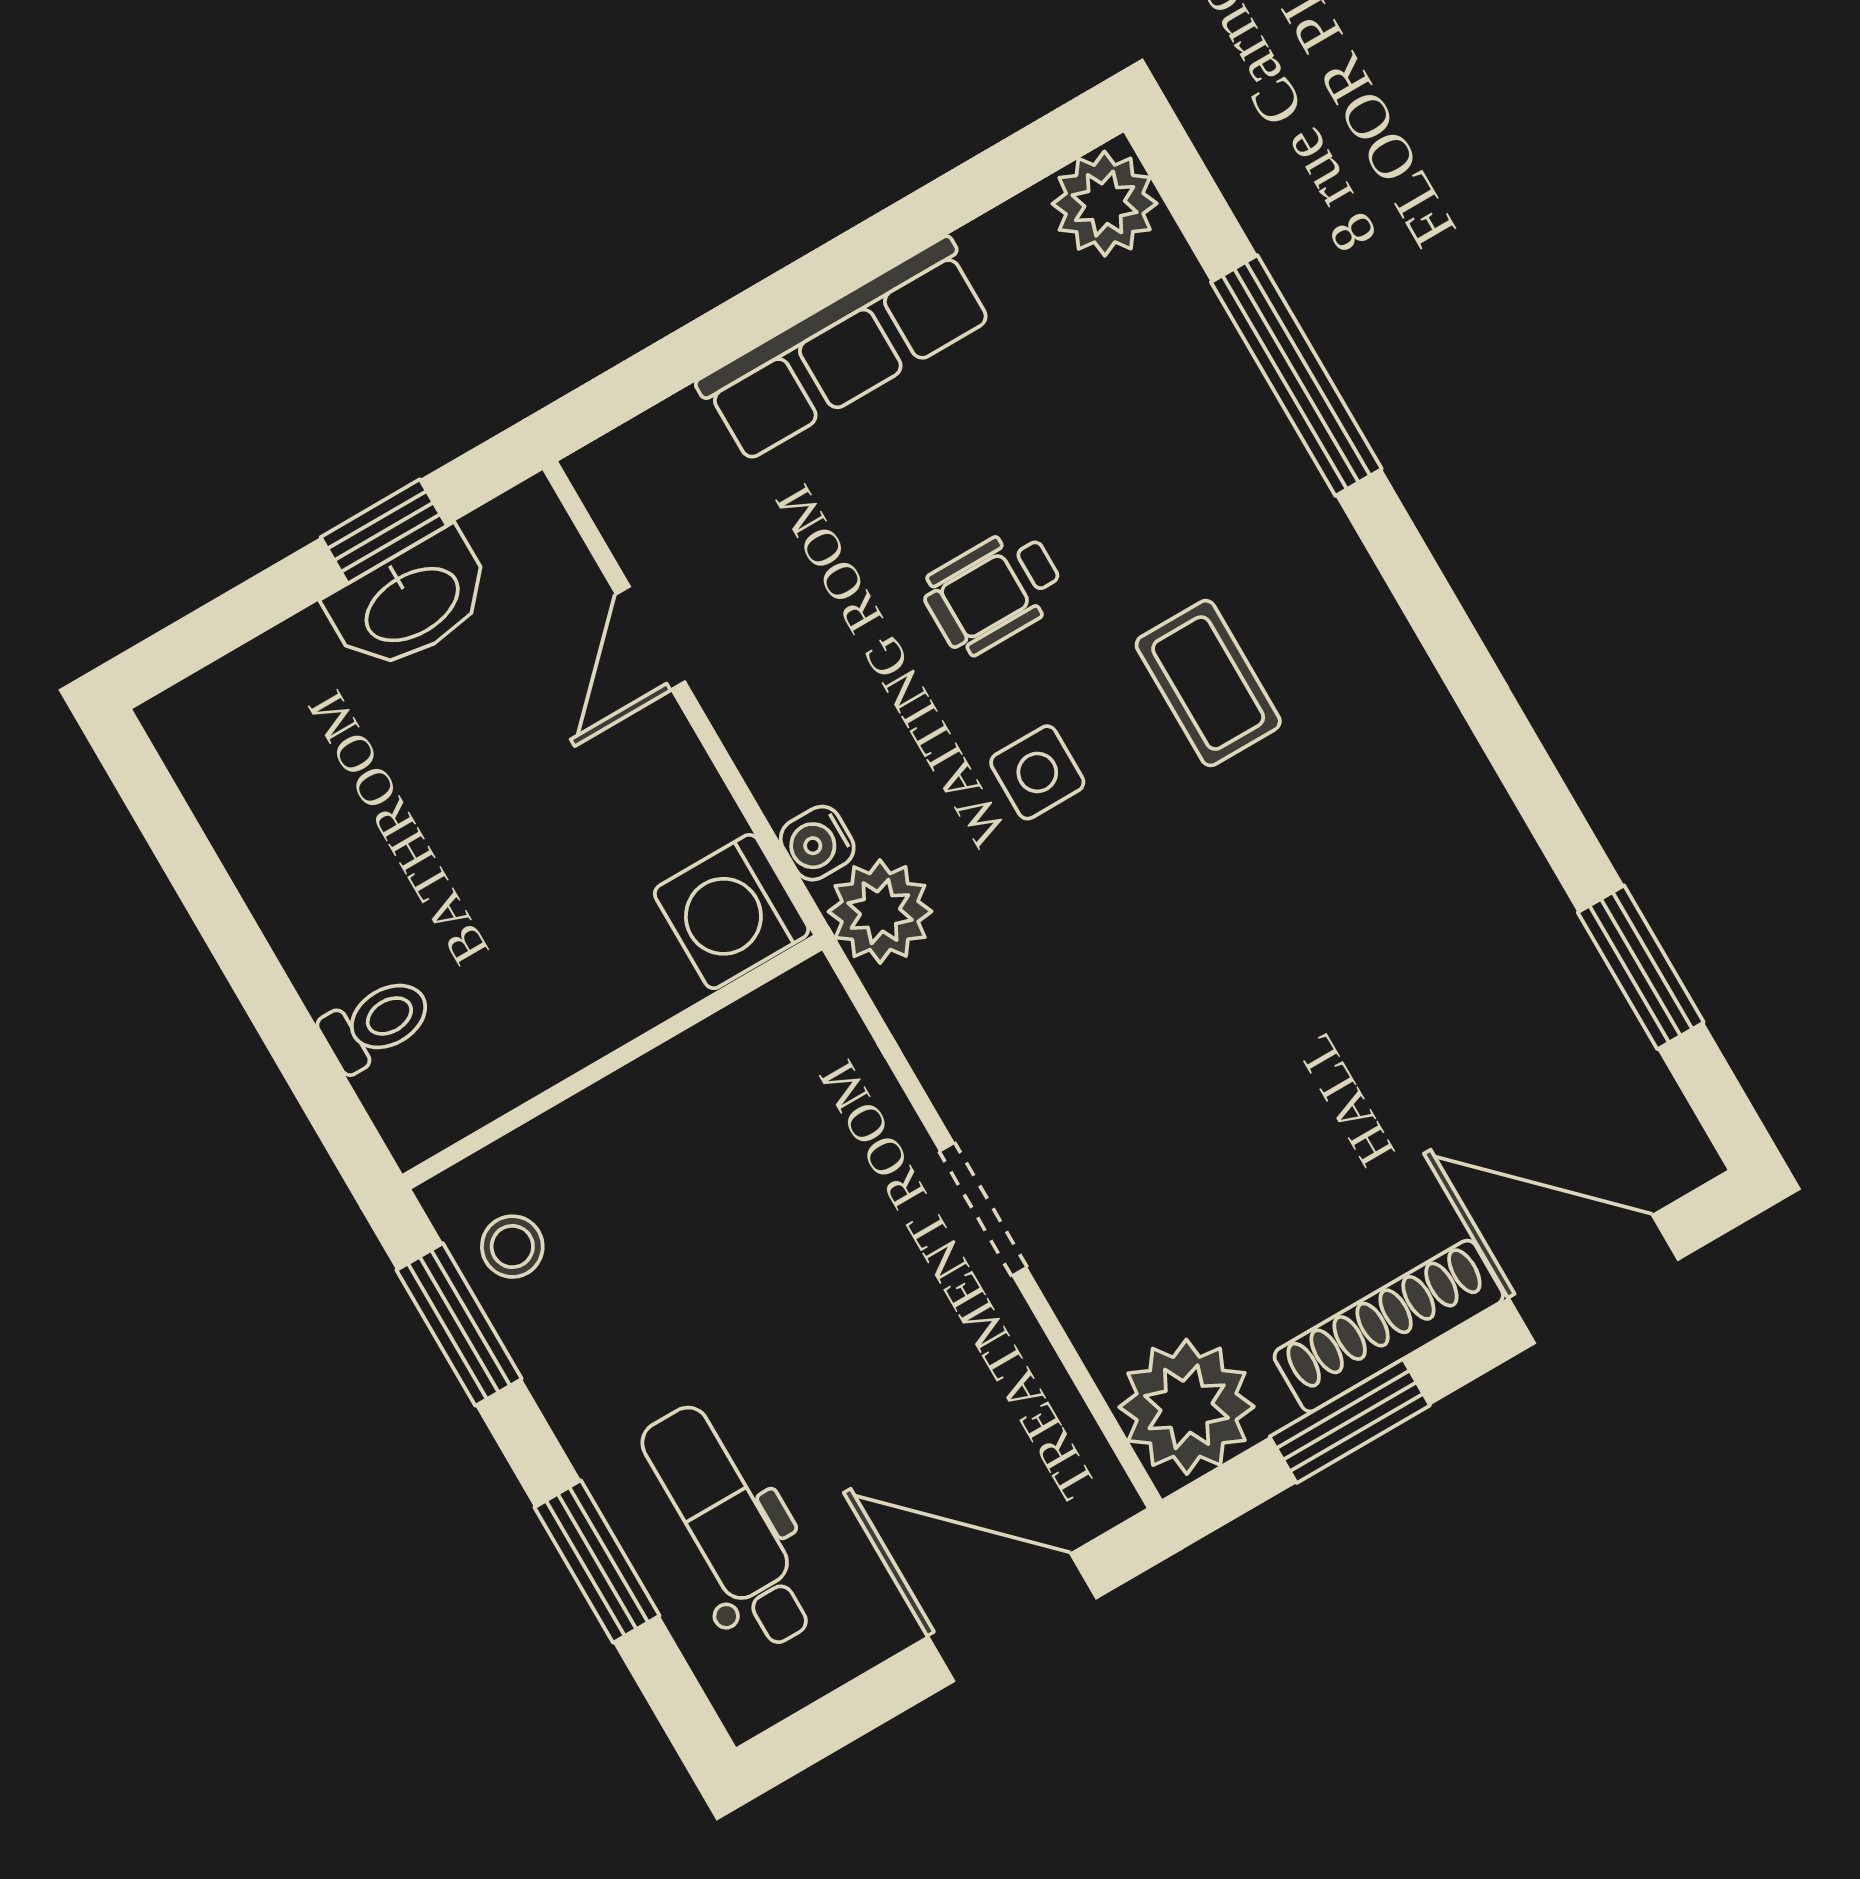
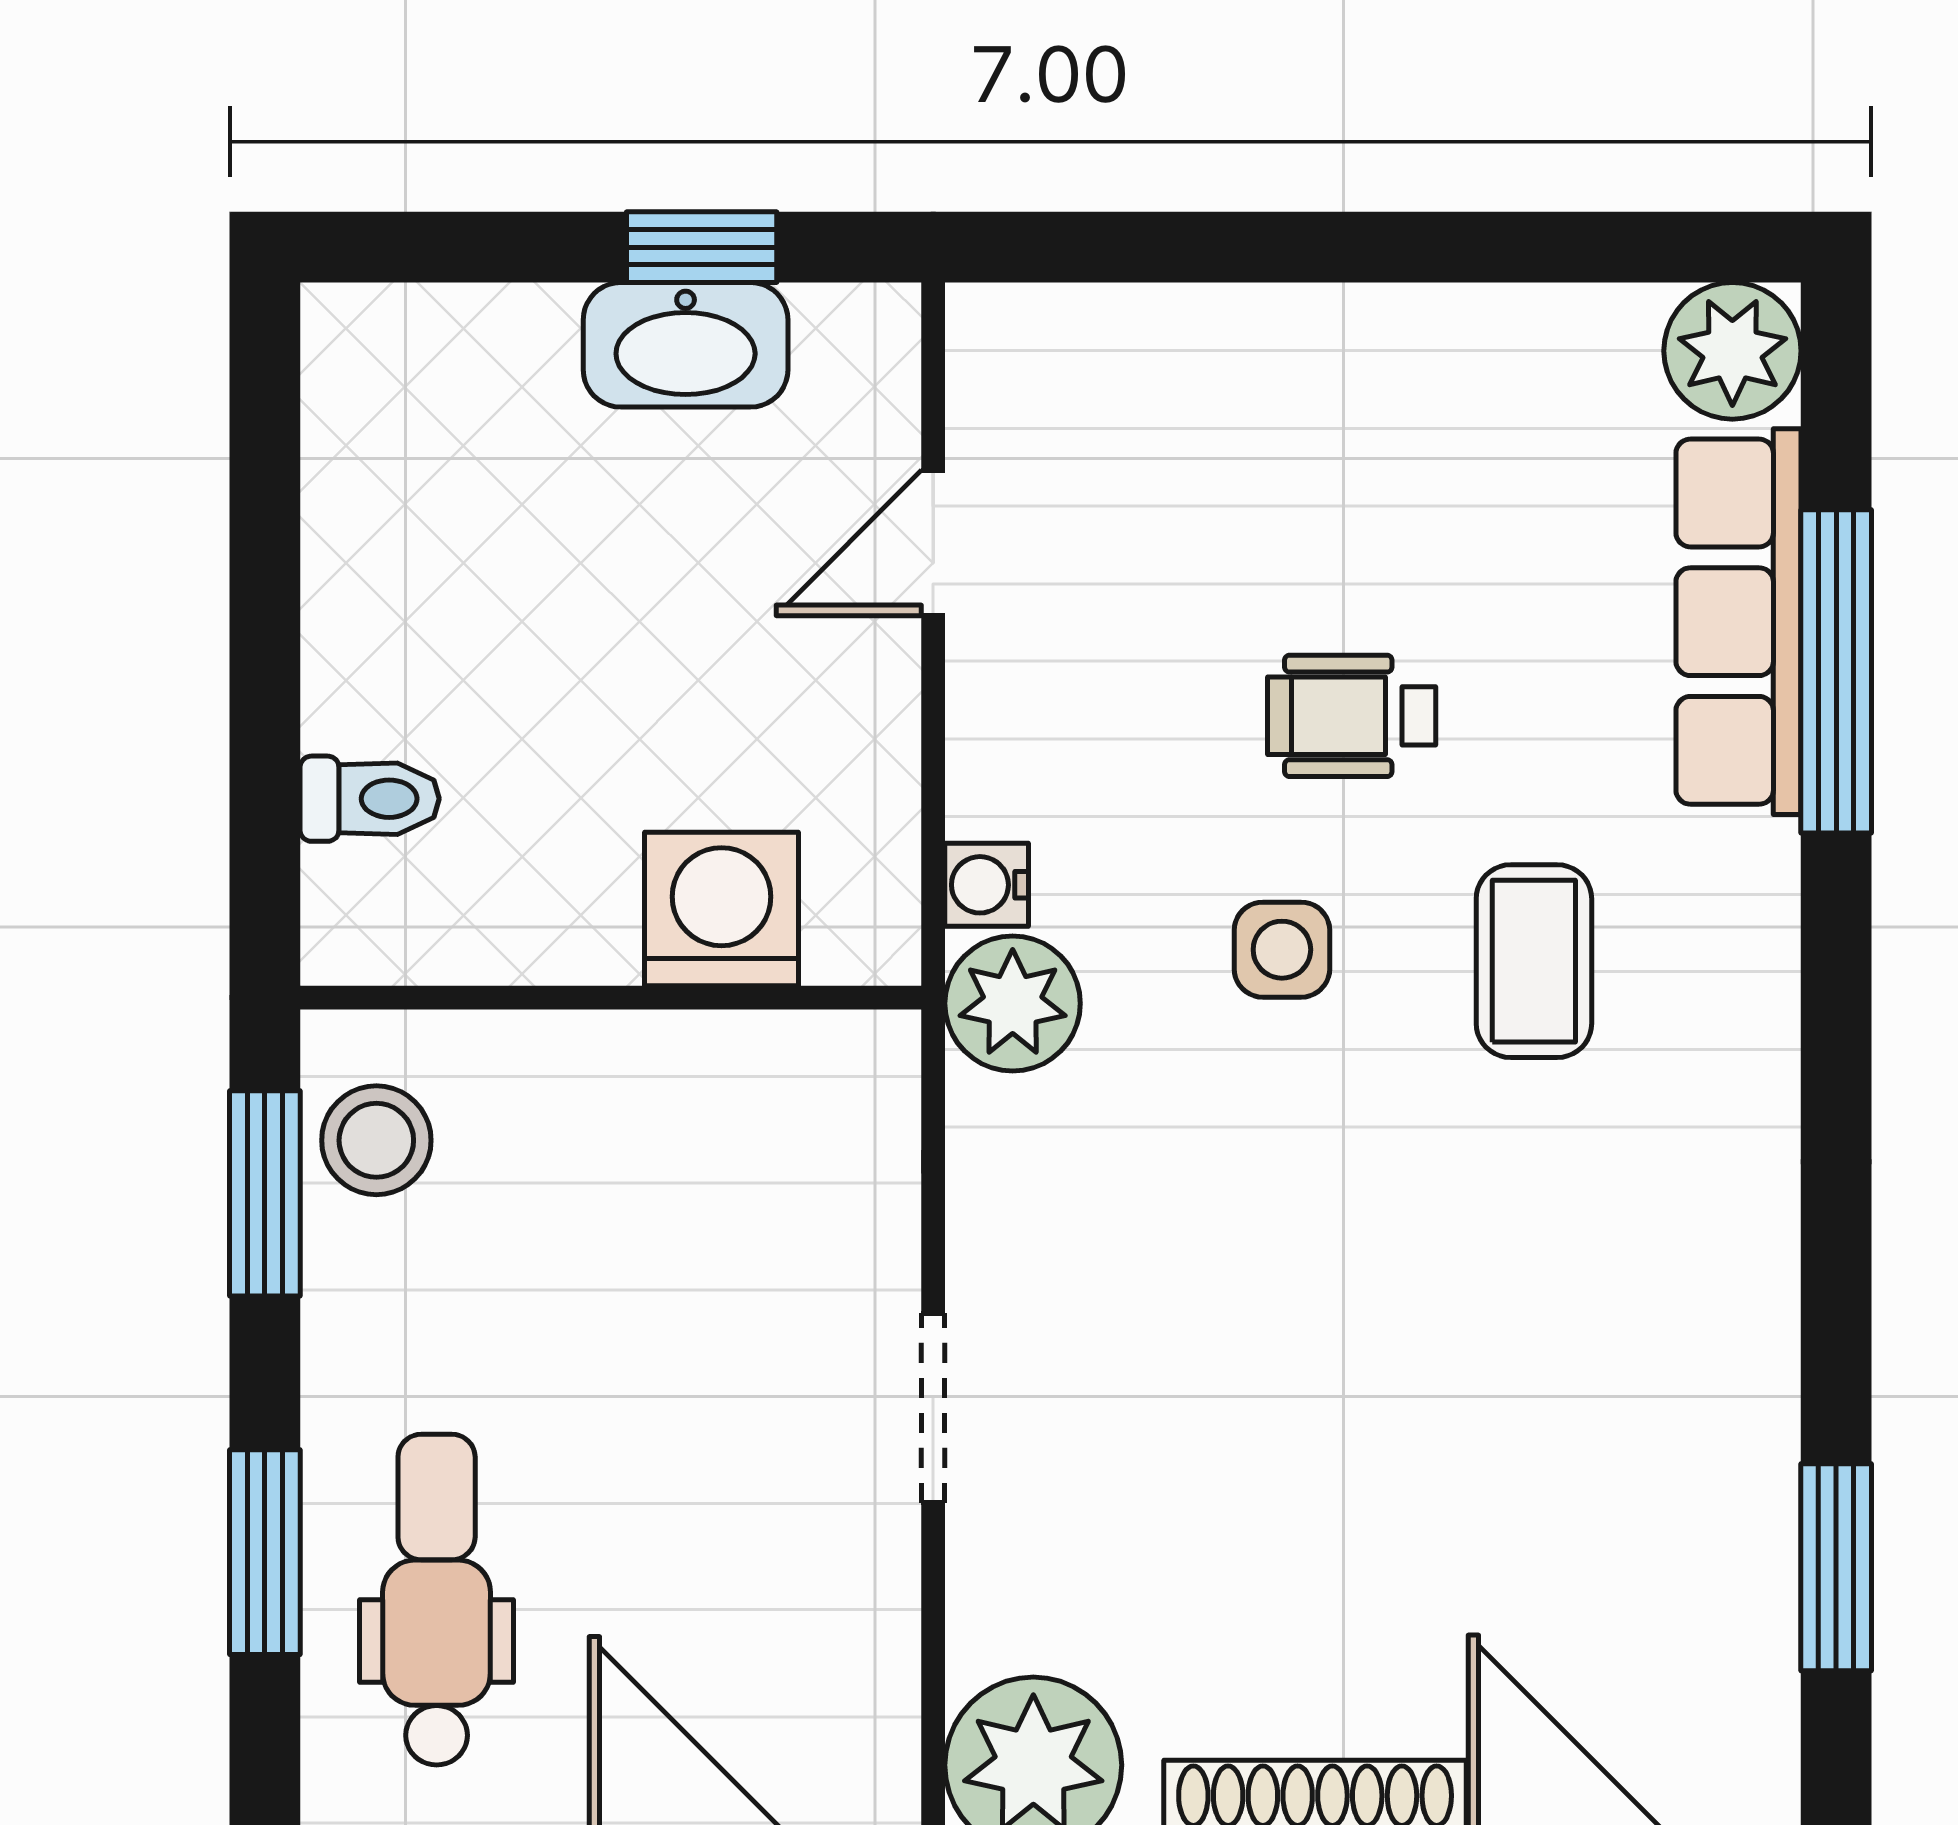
row of seats: (845, 349) -> (1738, 622), moved, turned 90
washing machine: (732, 912) -> (721, 909), moved, turned 90
stool: (512, 1247) -> (376, 1140), width x1.37, depth x1.37

